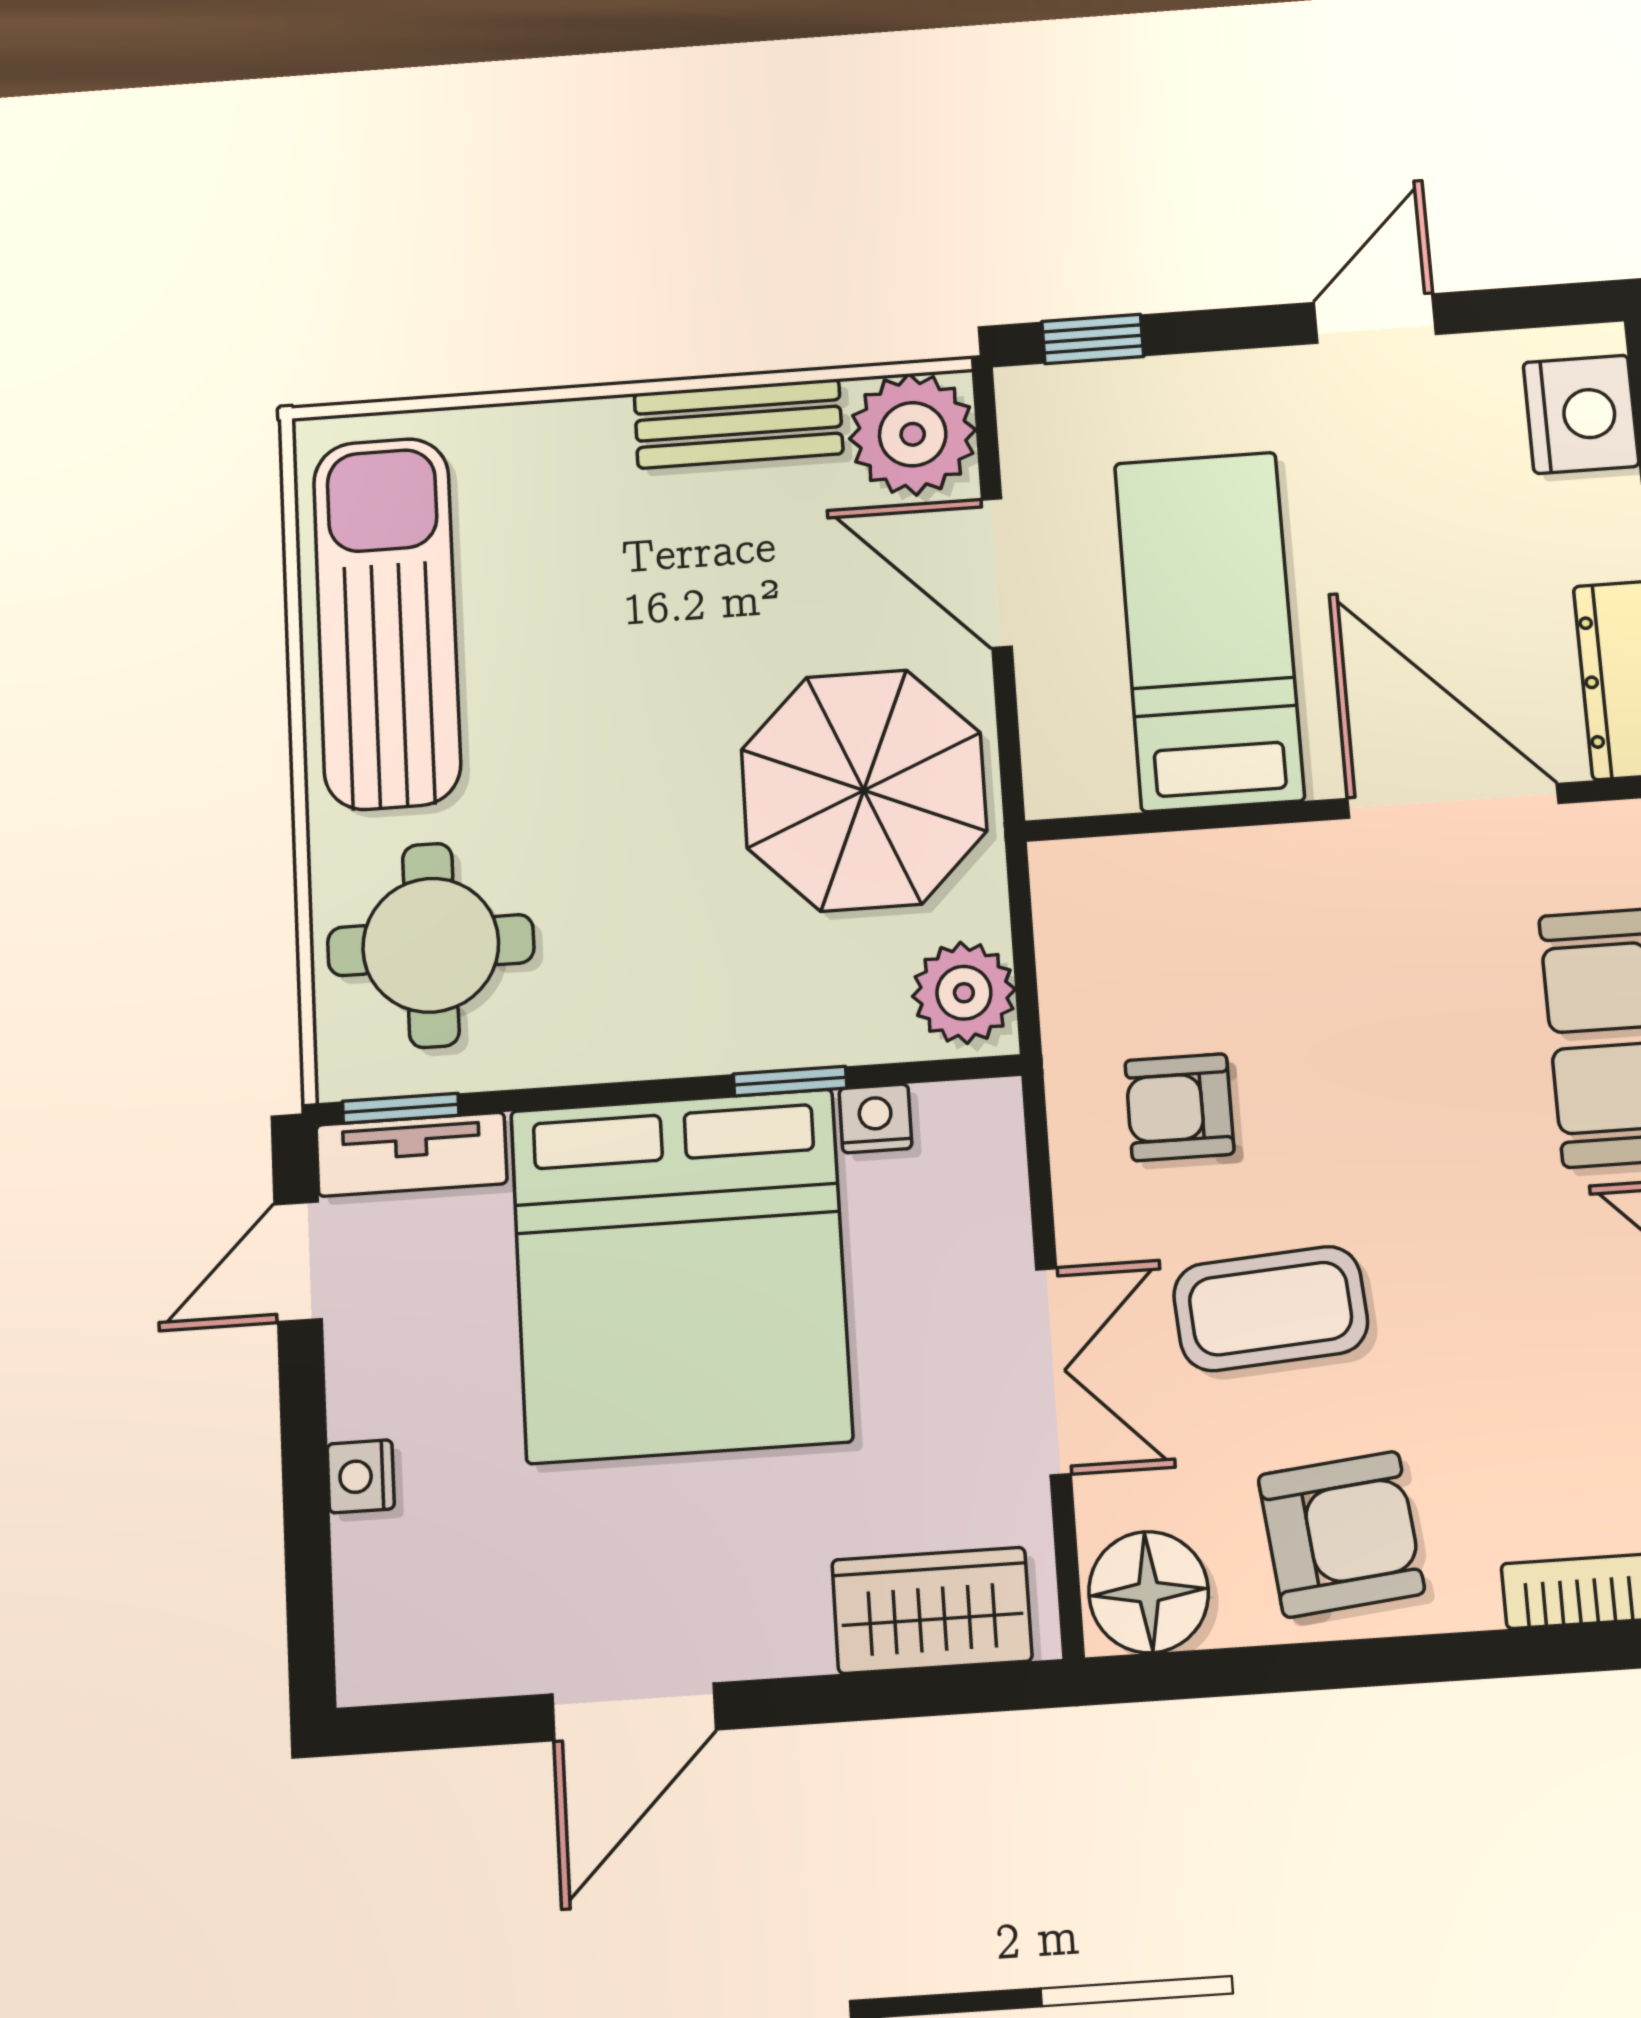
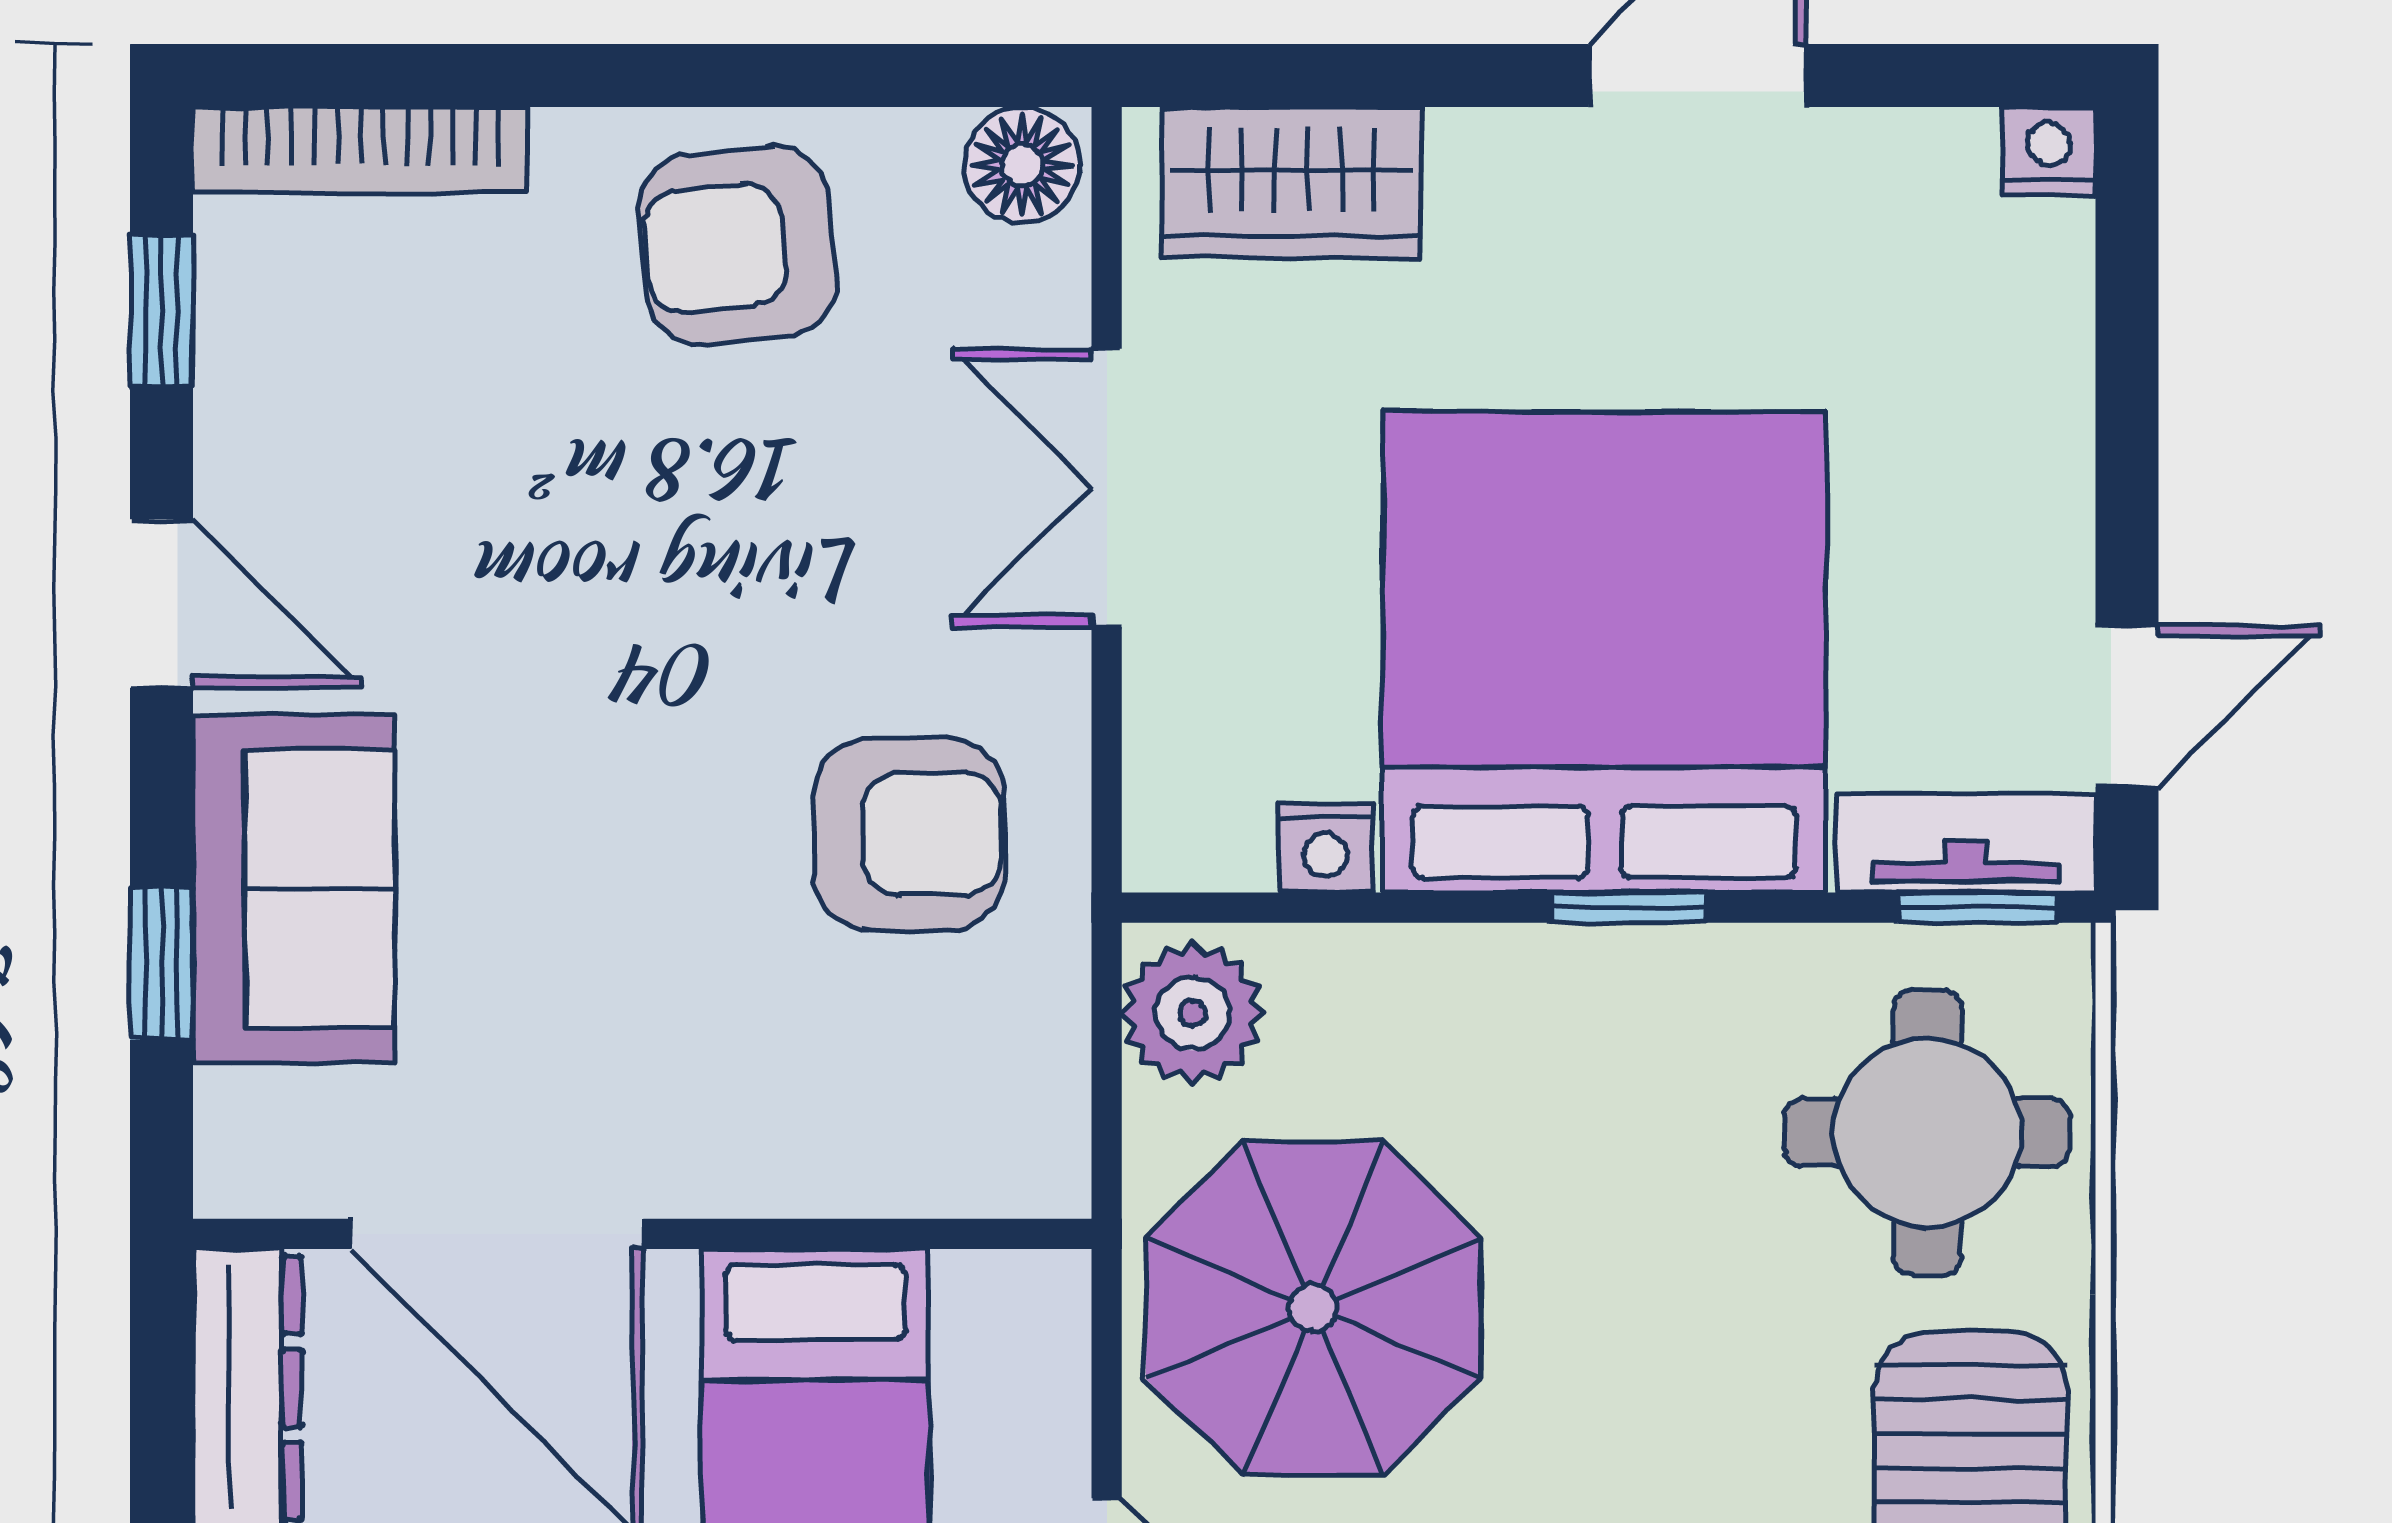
window: (790, 1081) -> (1628, 908), moved
armchair: (1179, 1107) -> (909, 834), width x1.38, depth x1.38
coffee table: (1271, 1309) -> (807, 552), removed
nightstand: (361, 1476) -> (2049, 151), moved, turned -90
floor lamp: (1149, 1592) -> (1022, 165), width x0.73, depth x0.73

